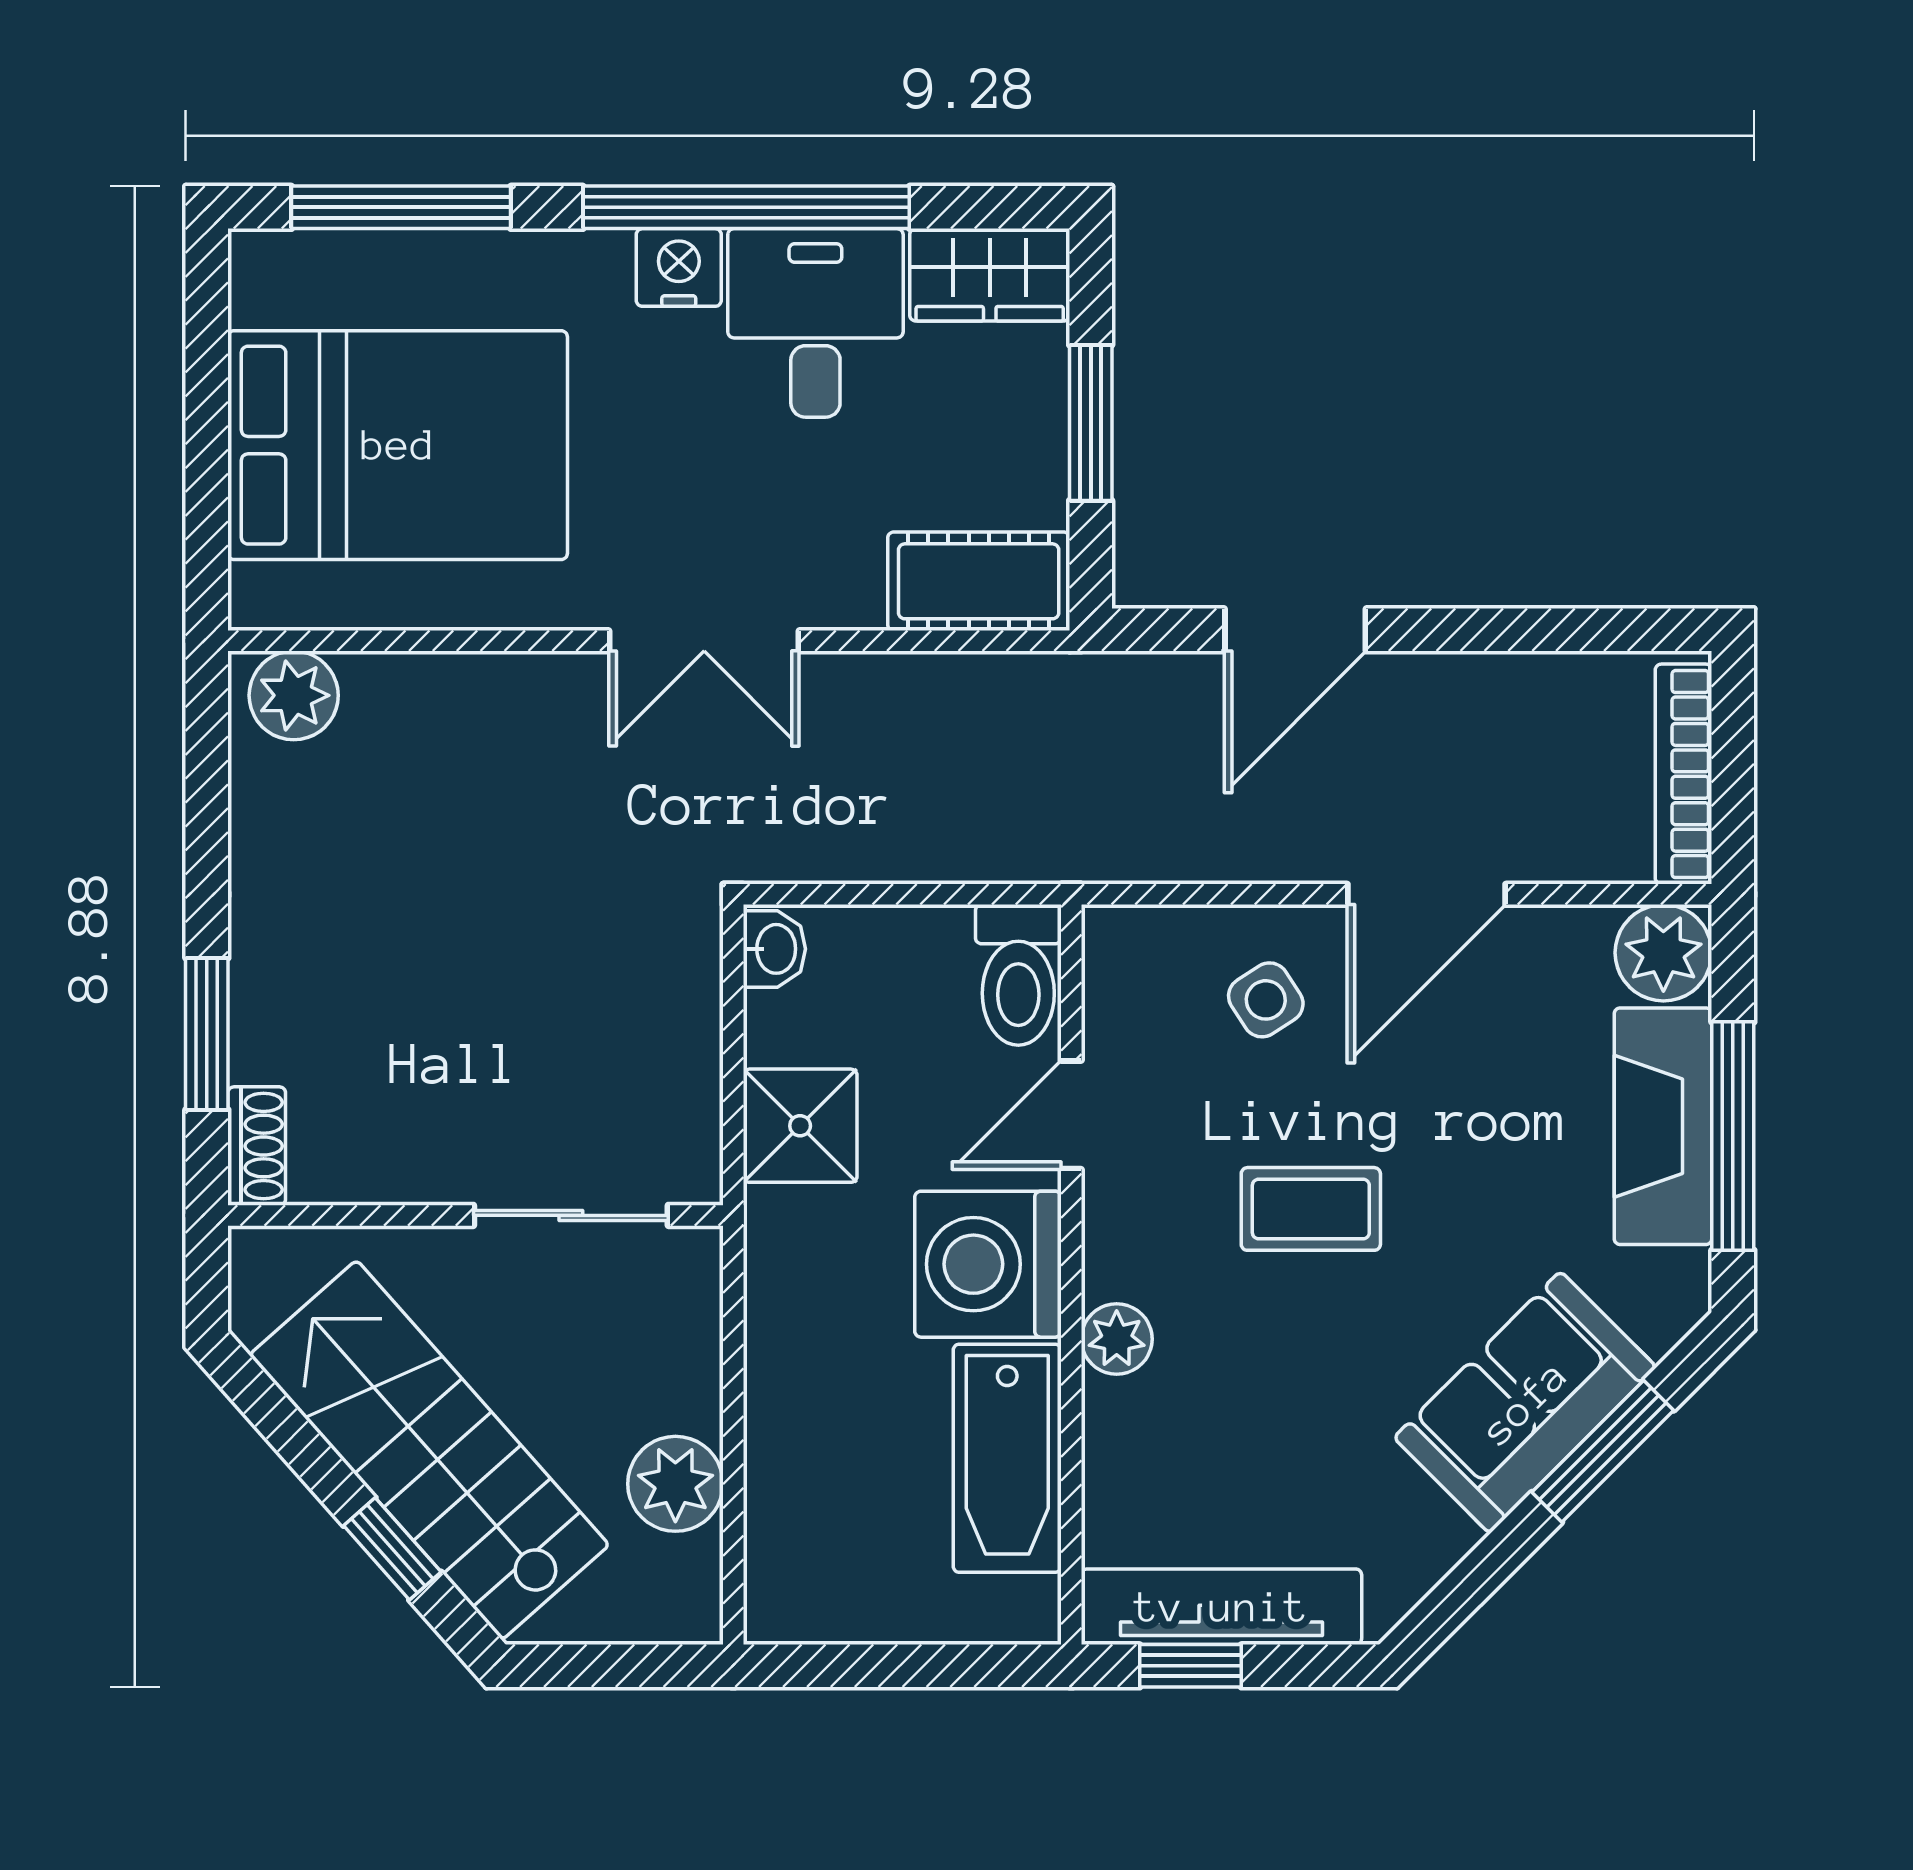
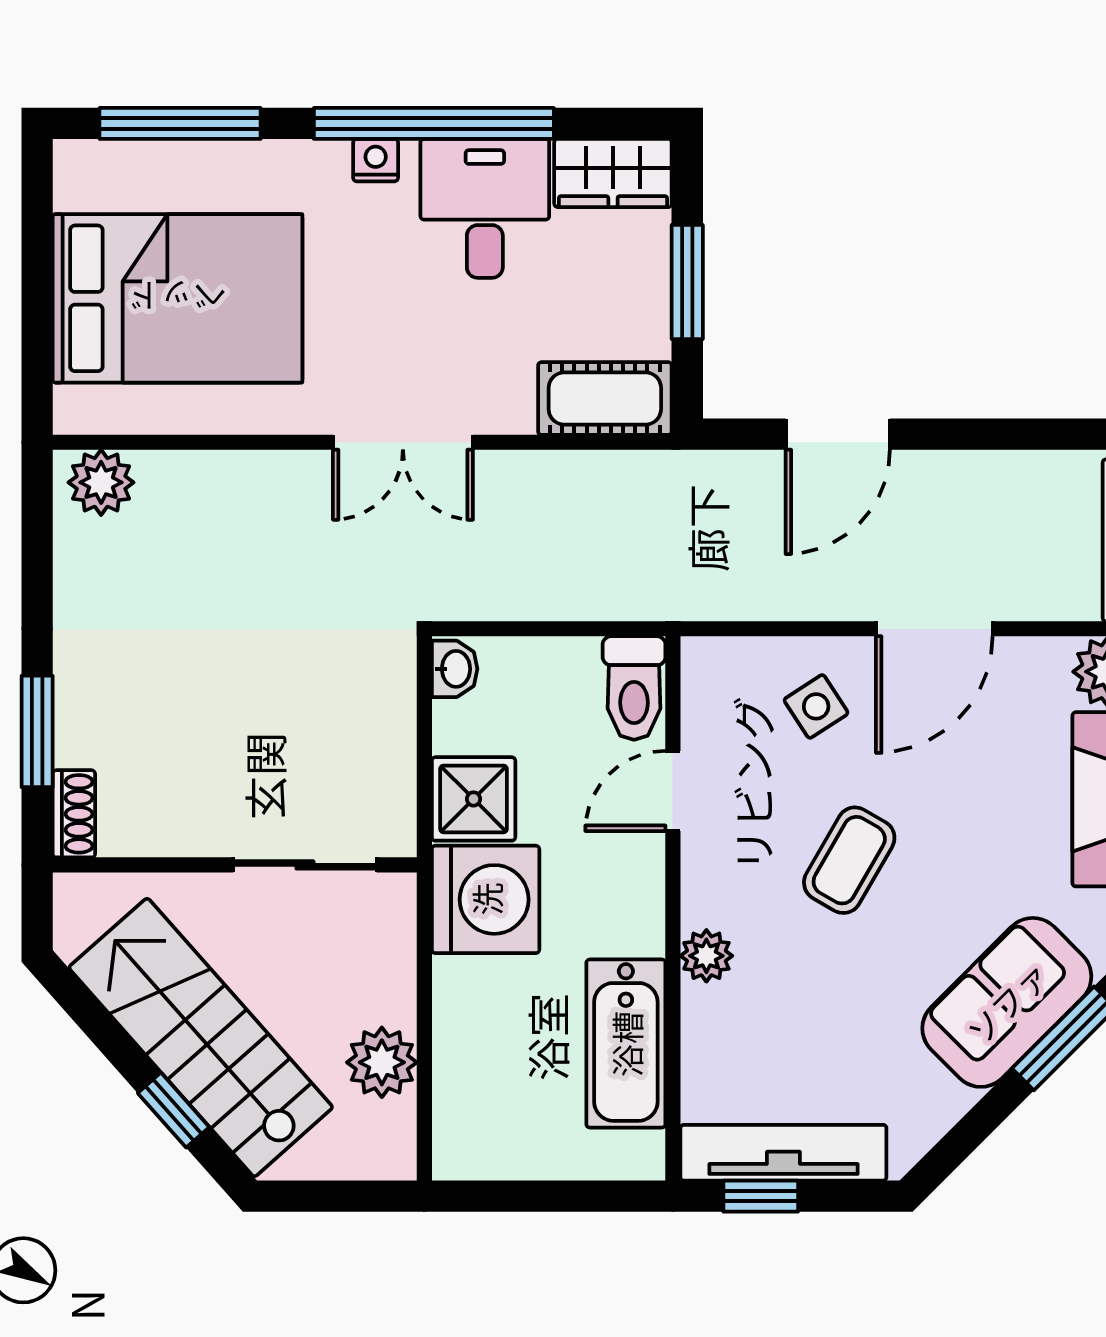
nightstand: (679, 267) -> (376, 160), width x0.72, depth x0.74
coffee table: (1311, 1209) -> (849, 860), turned -60
washing machine: (988, 1264) -> (486, 899), moved, turned 180

